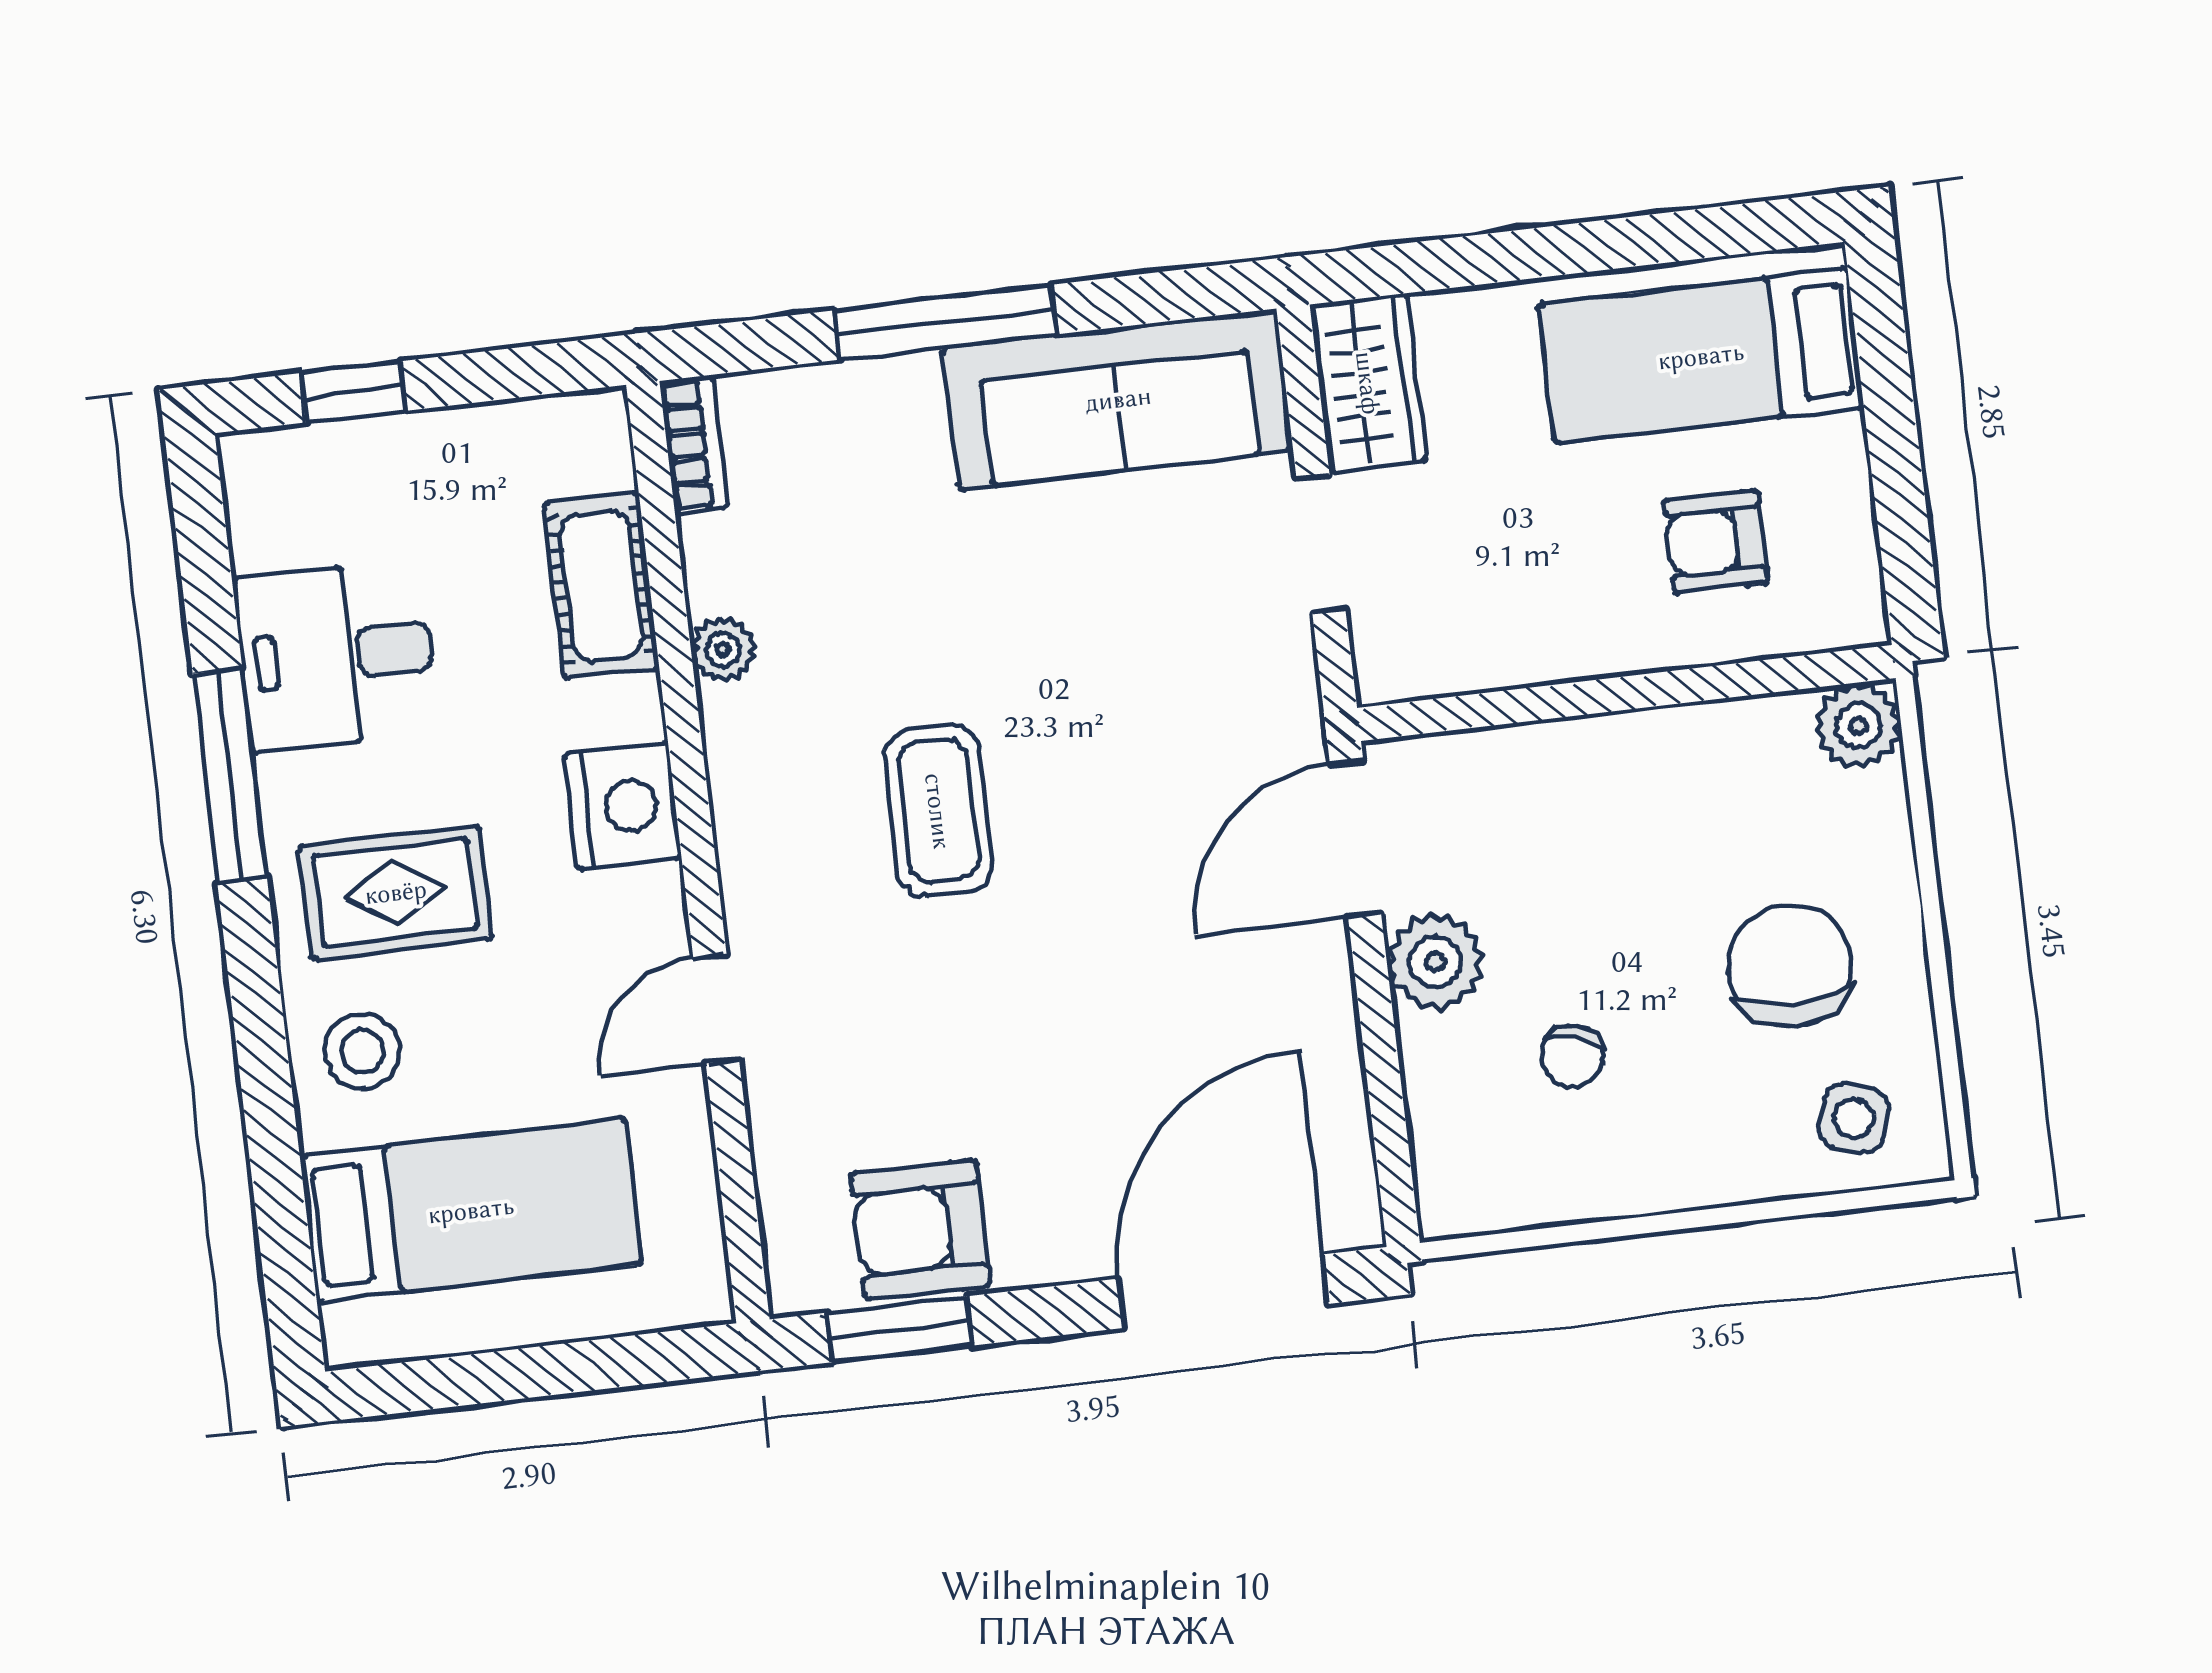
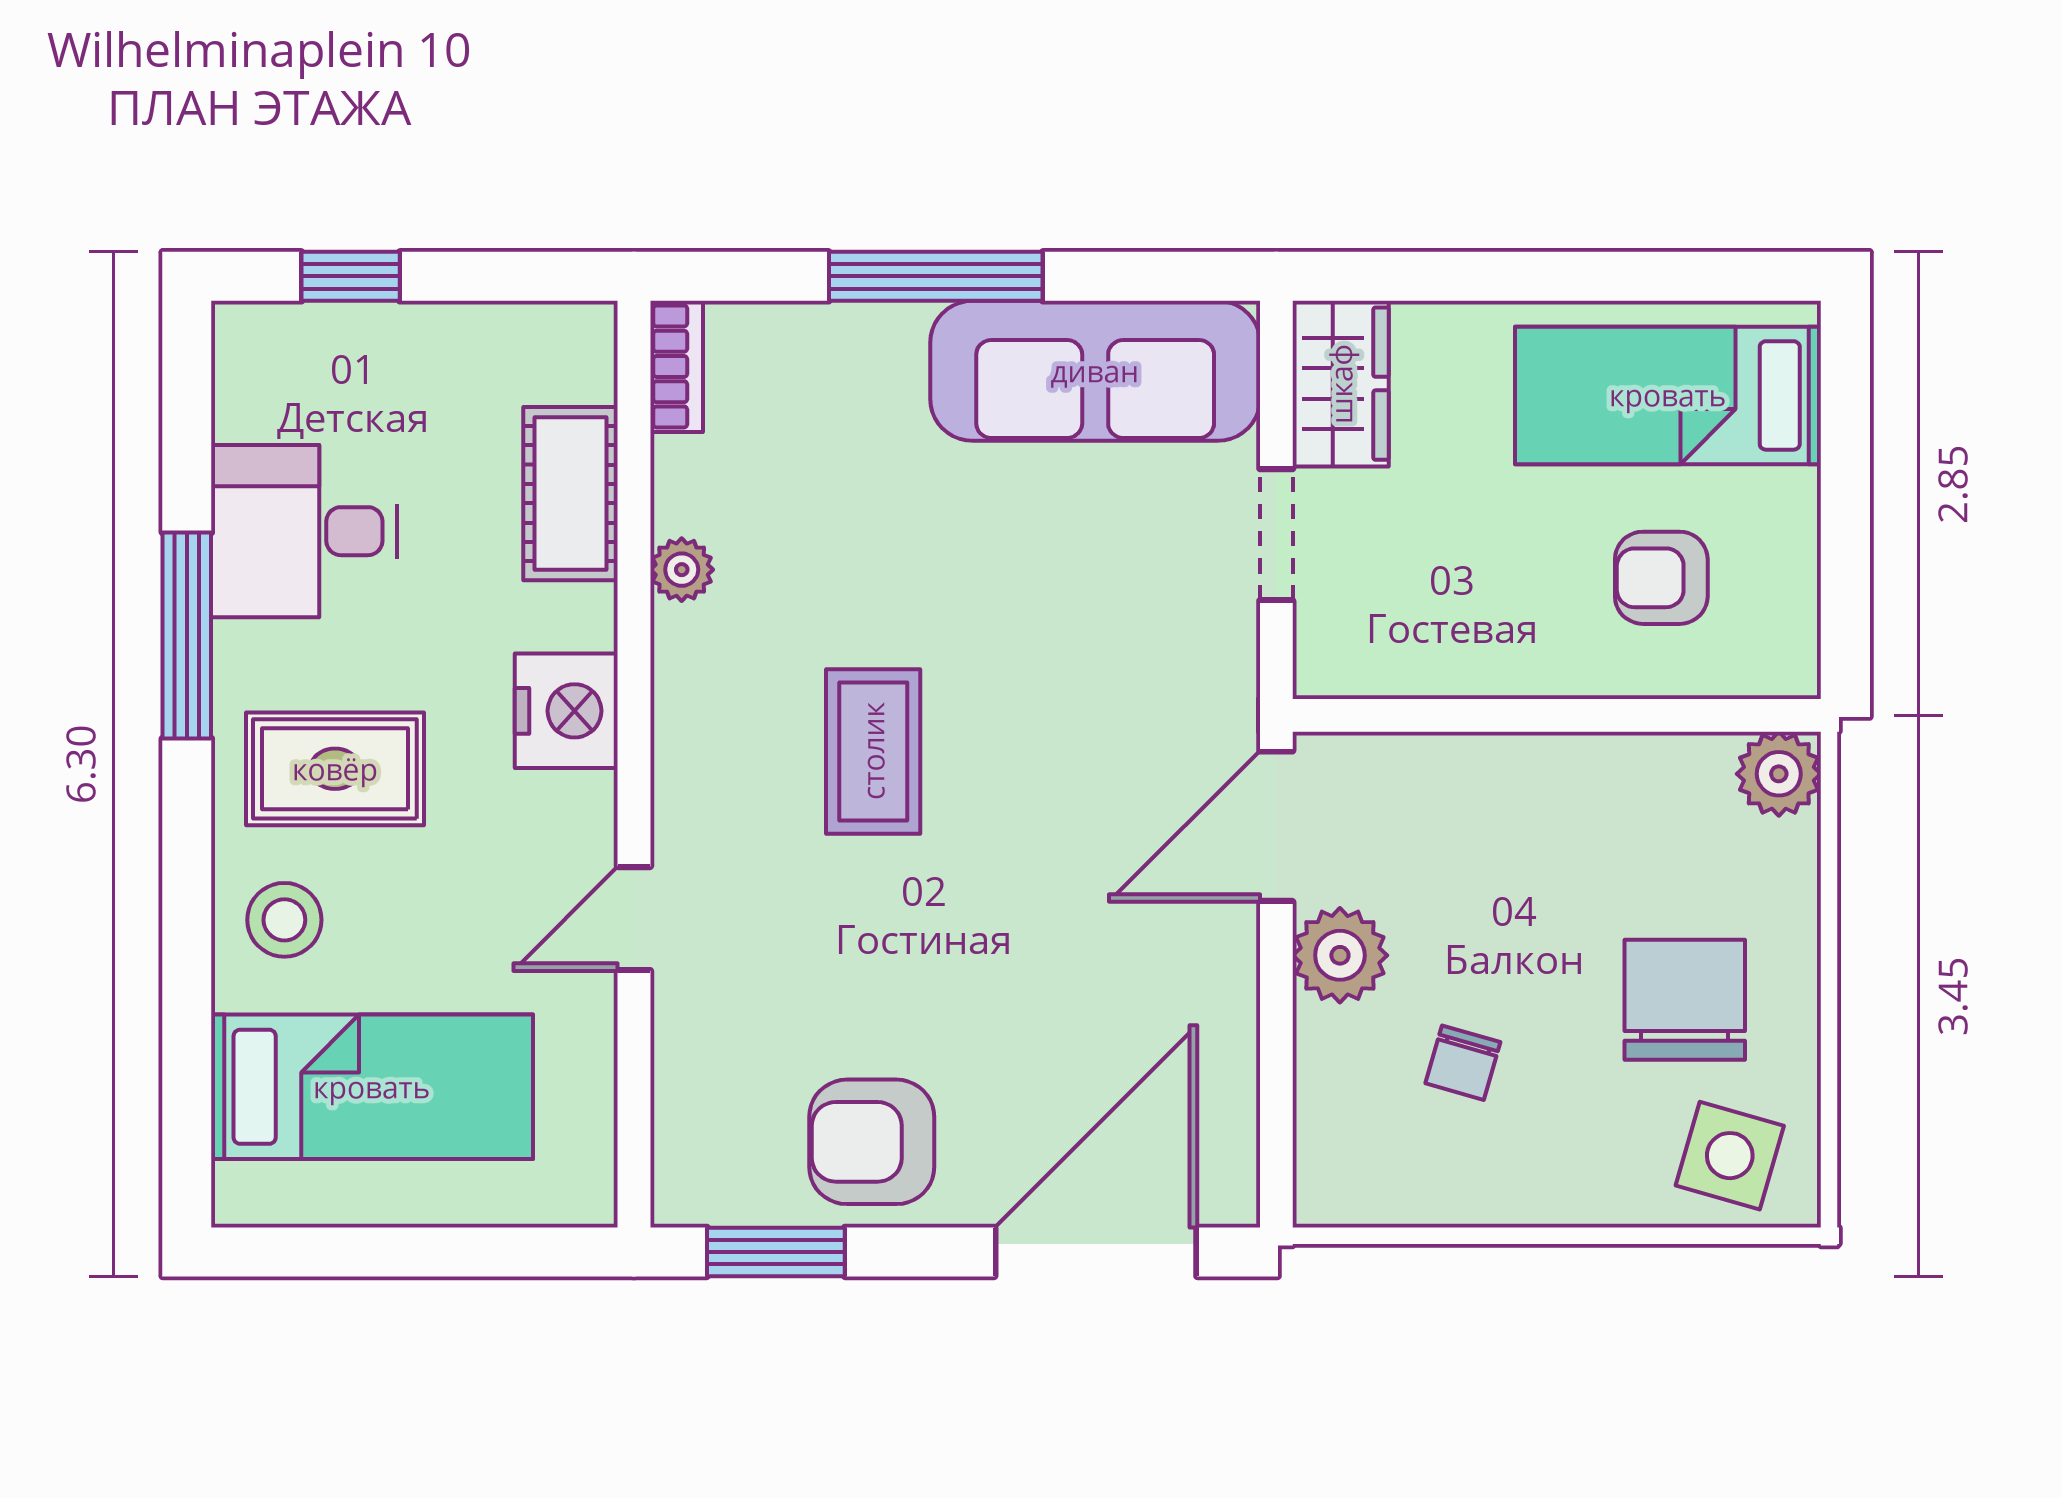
side table: (1854, 1118) -> (1730, 1156), width x1.37, depth x1.37
armchair: (921, 1230) -> (872, 1142), moved

